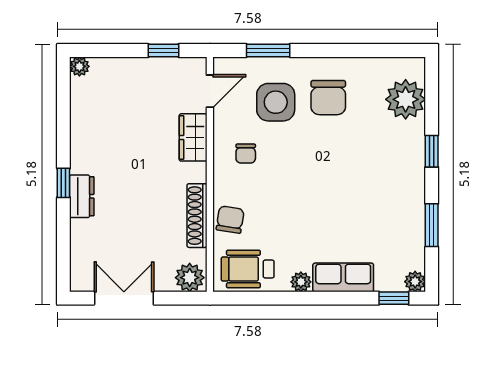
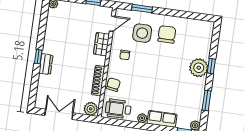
chair: (328, 98) -> (167, 34), turned 180
plant: (406, 99) -> (199, 68), moved

